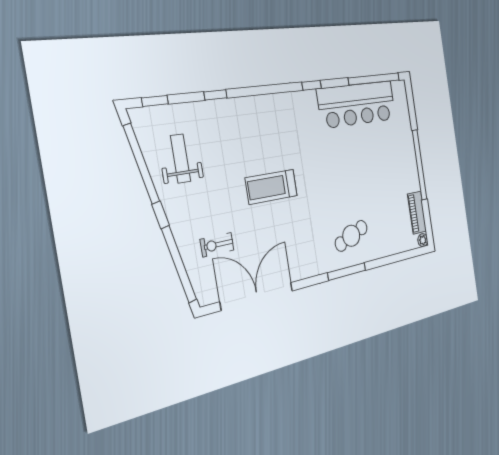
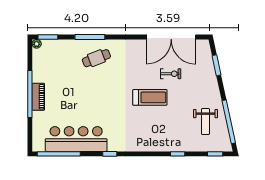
piano: (417, 213) -> (38, 97), moved
exercise bike: (217, 245) -> (171, 74), moved
window: (412, 253) -> (48, 37), added
window: (179, 264) -> (216, 65), width x0.47
window: (347, 271) -> (90, 37), moved

